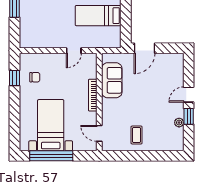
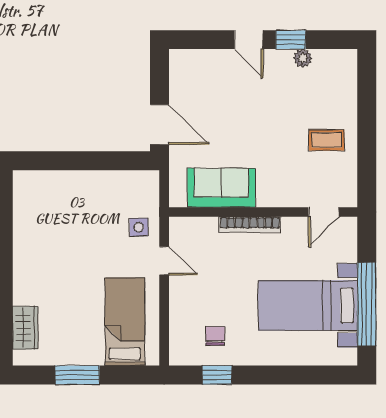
bed: (98, 16) -> (125, 322), moved, turned 180
side table: (91, 37) -> (139, 227), added

